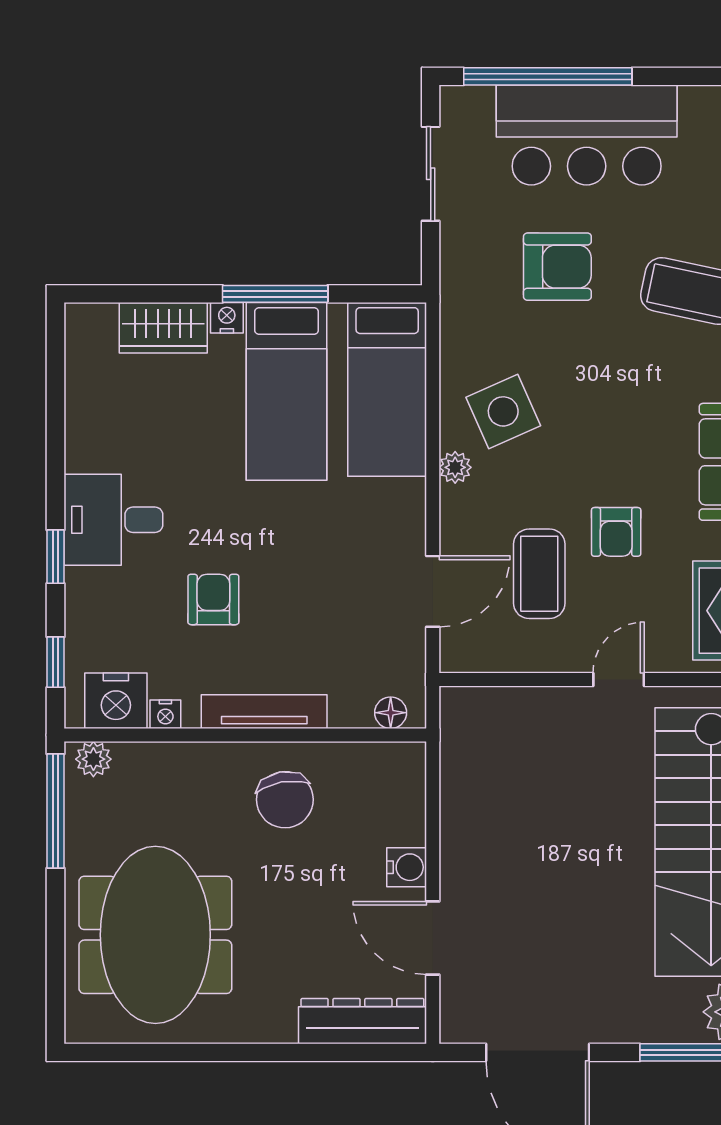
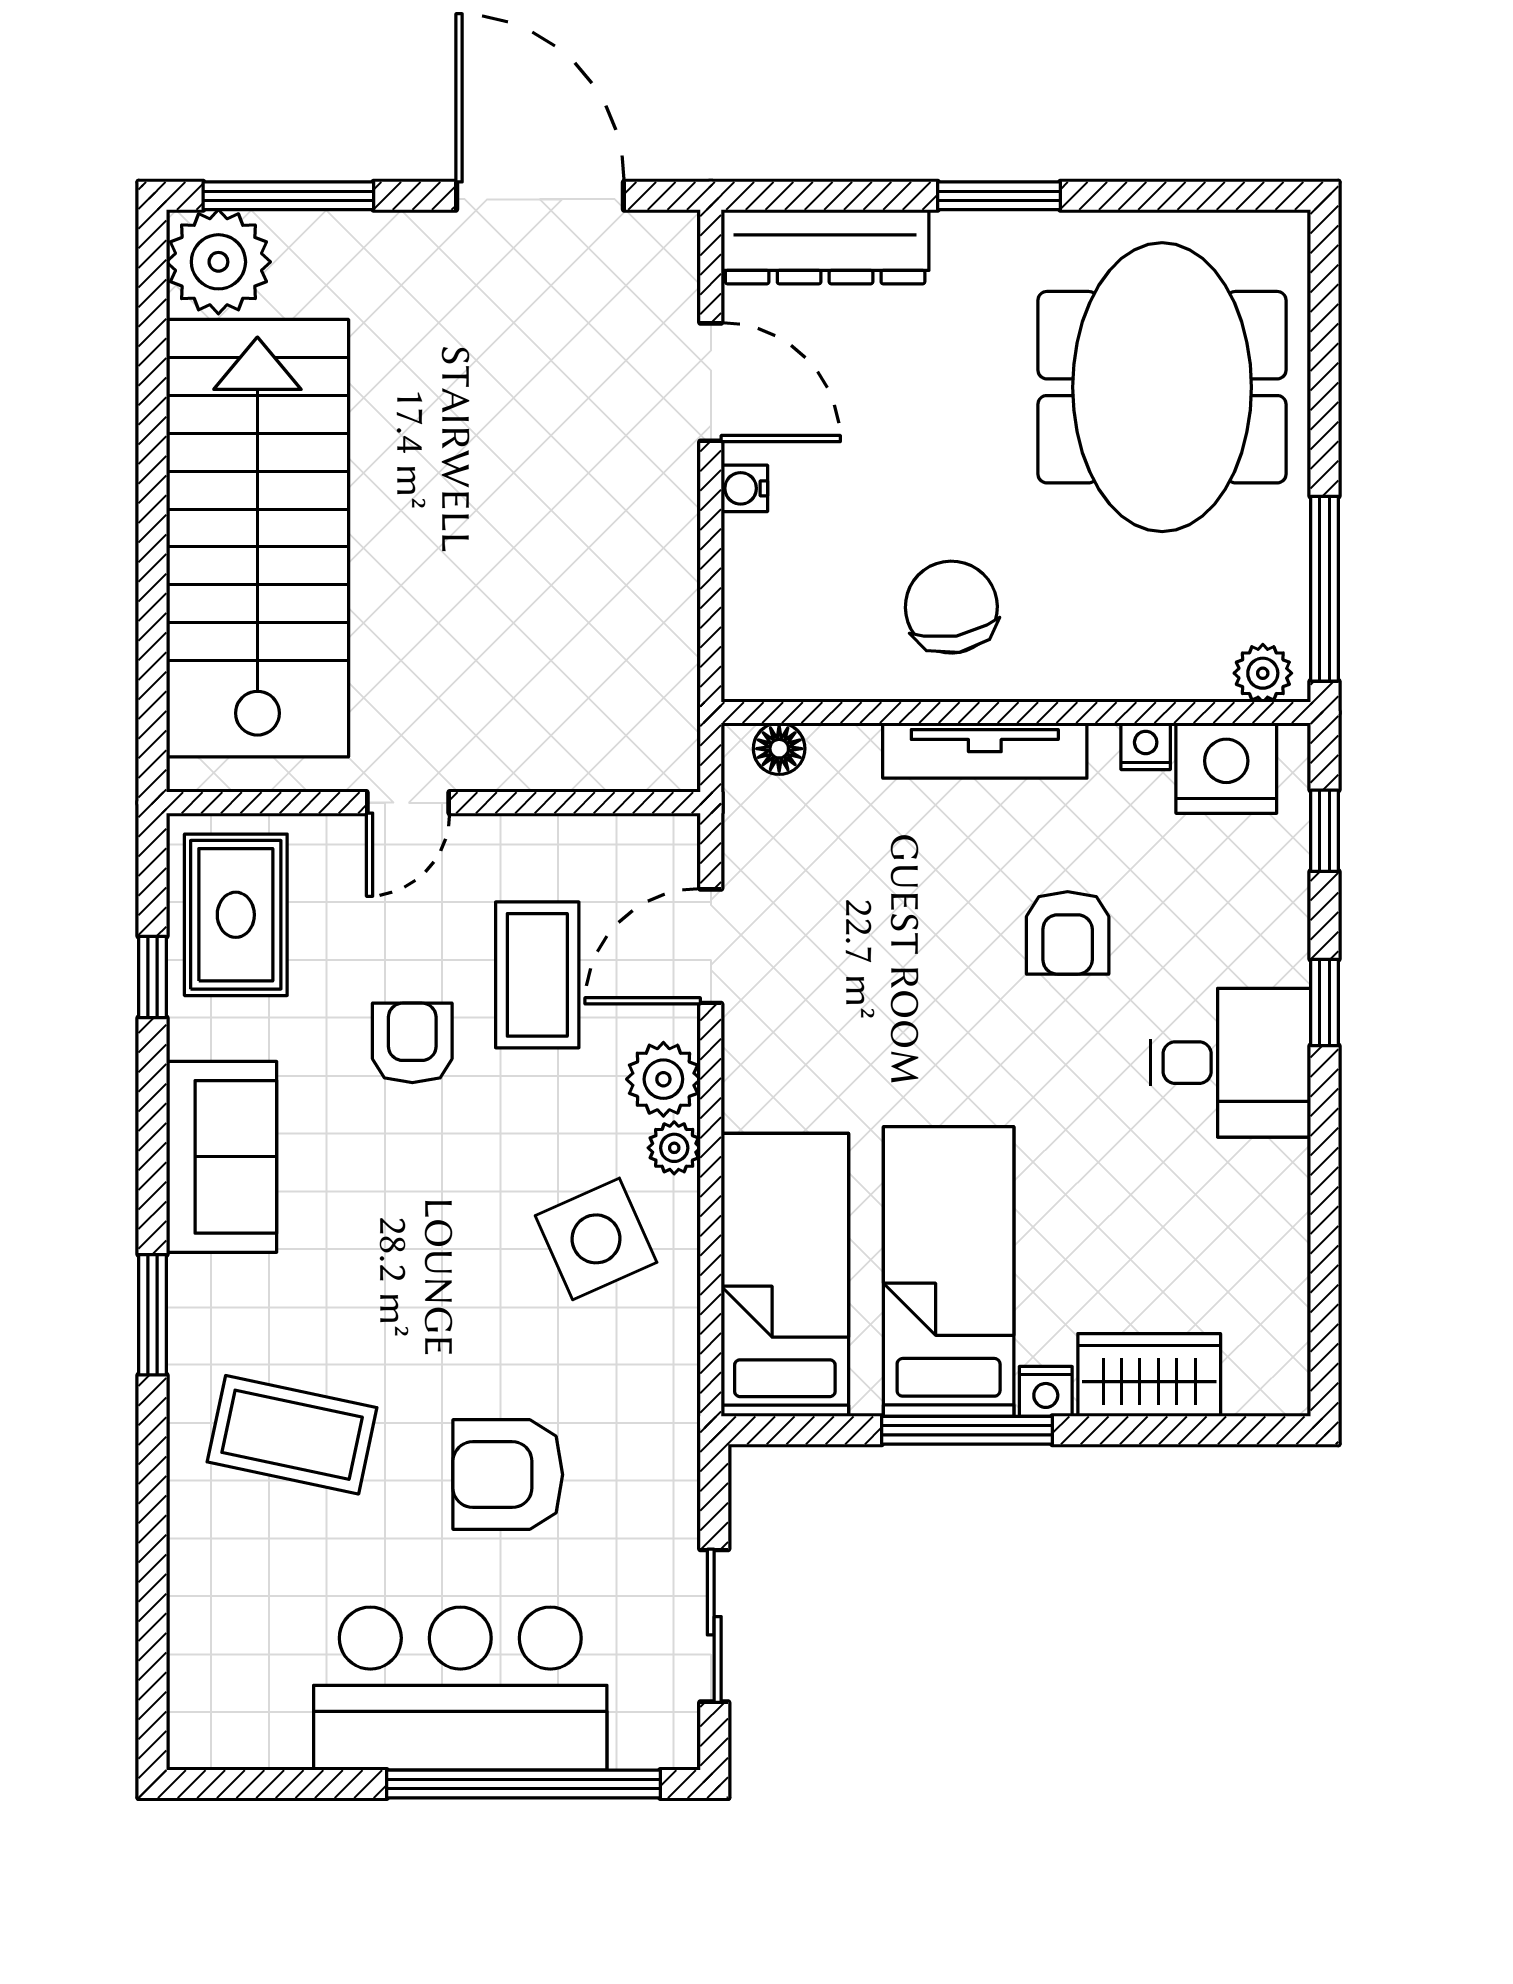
plant: (462, 510) -> (663, 1079), added
water cooler: (407, 867) -> (744, 488), width x0.72, depth x0.72
window: (256, 1052) -> (999, 196), added

